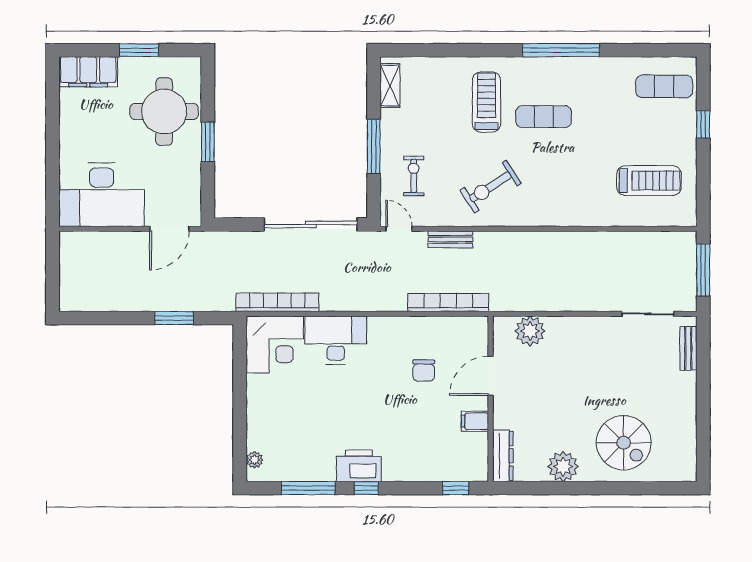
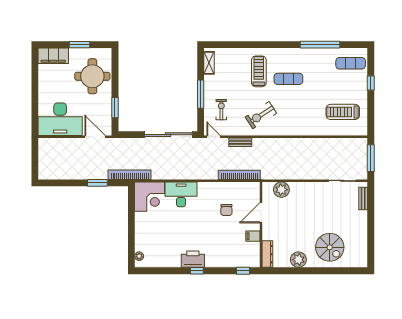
window: (561, 50) -> (320, 45), moved
window: (208, 142) -> (115, 108), moved
treadmill: (649, 181) -> (343, 112), turned 180
door: (169, 229) -> (95, 137), swing flipped
bookcase: (277, 302) -> (130, 175), moved
window: (308, 488) -> (167, 271), removed

